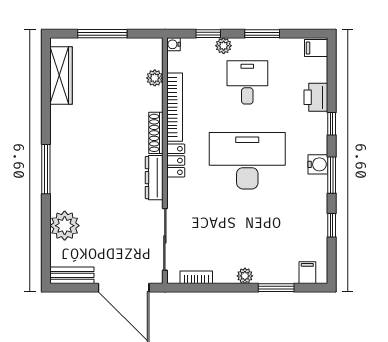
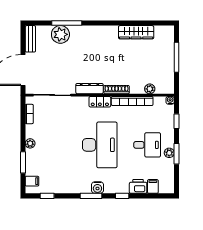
plant: (224, 46) -> (169, 153), moved
filing cabinet: (316, 48) -> (153, 186), moved
wardrobe: (61, 76) -> (136, 32), moved
window: (46, 169) -> (67, 23), moved
window: (332, 225) -> (47, 196), moved

